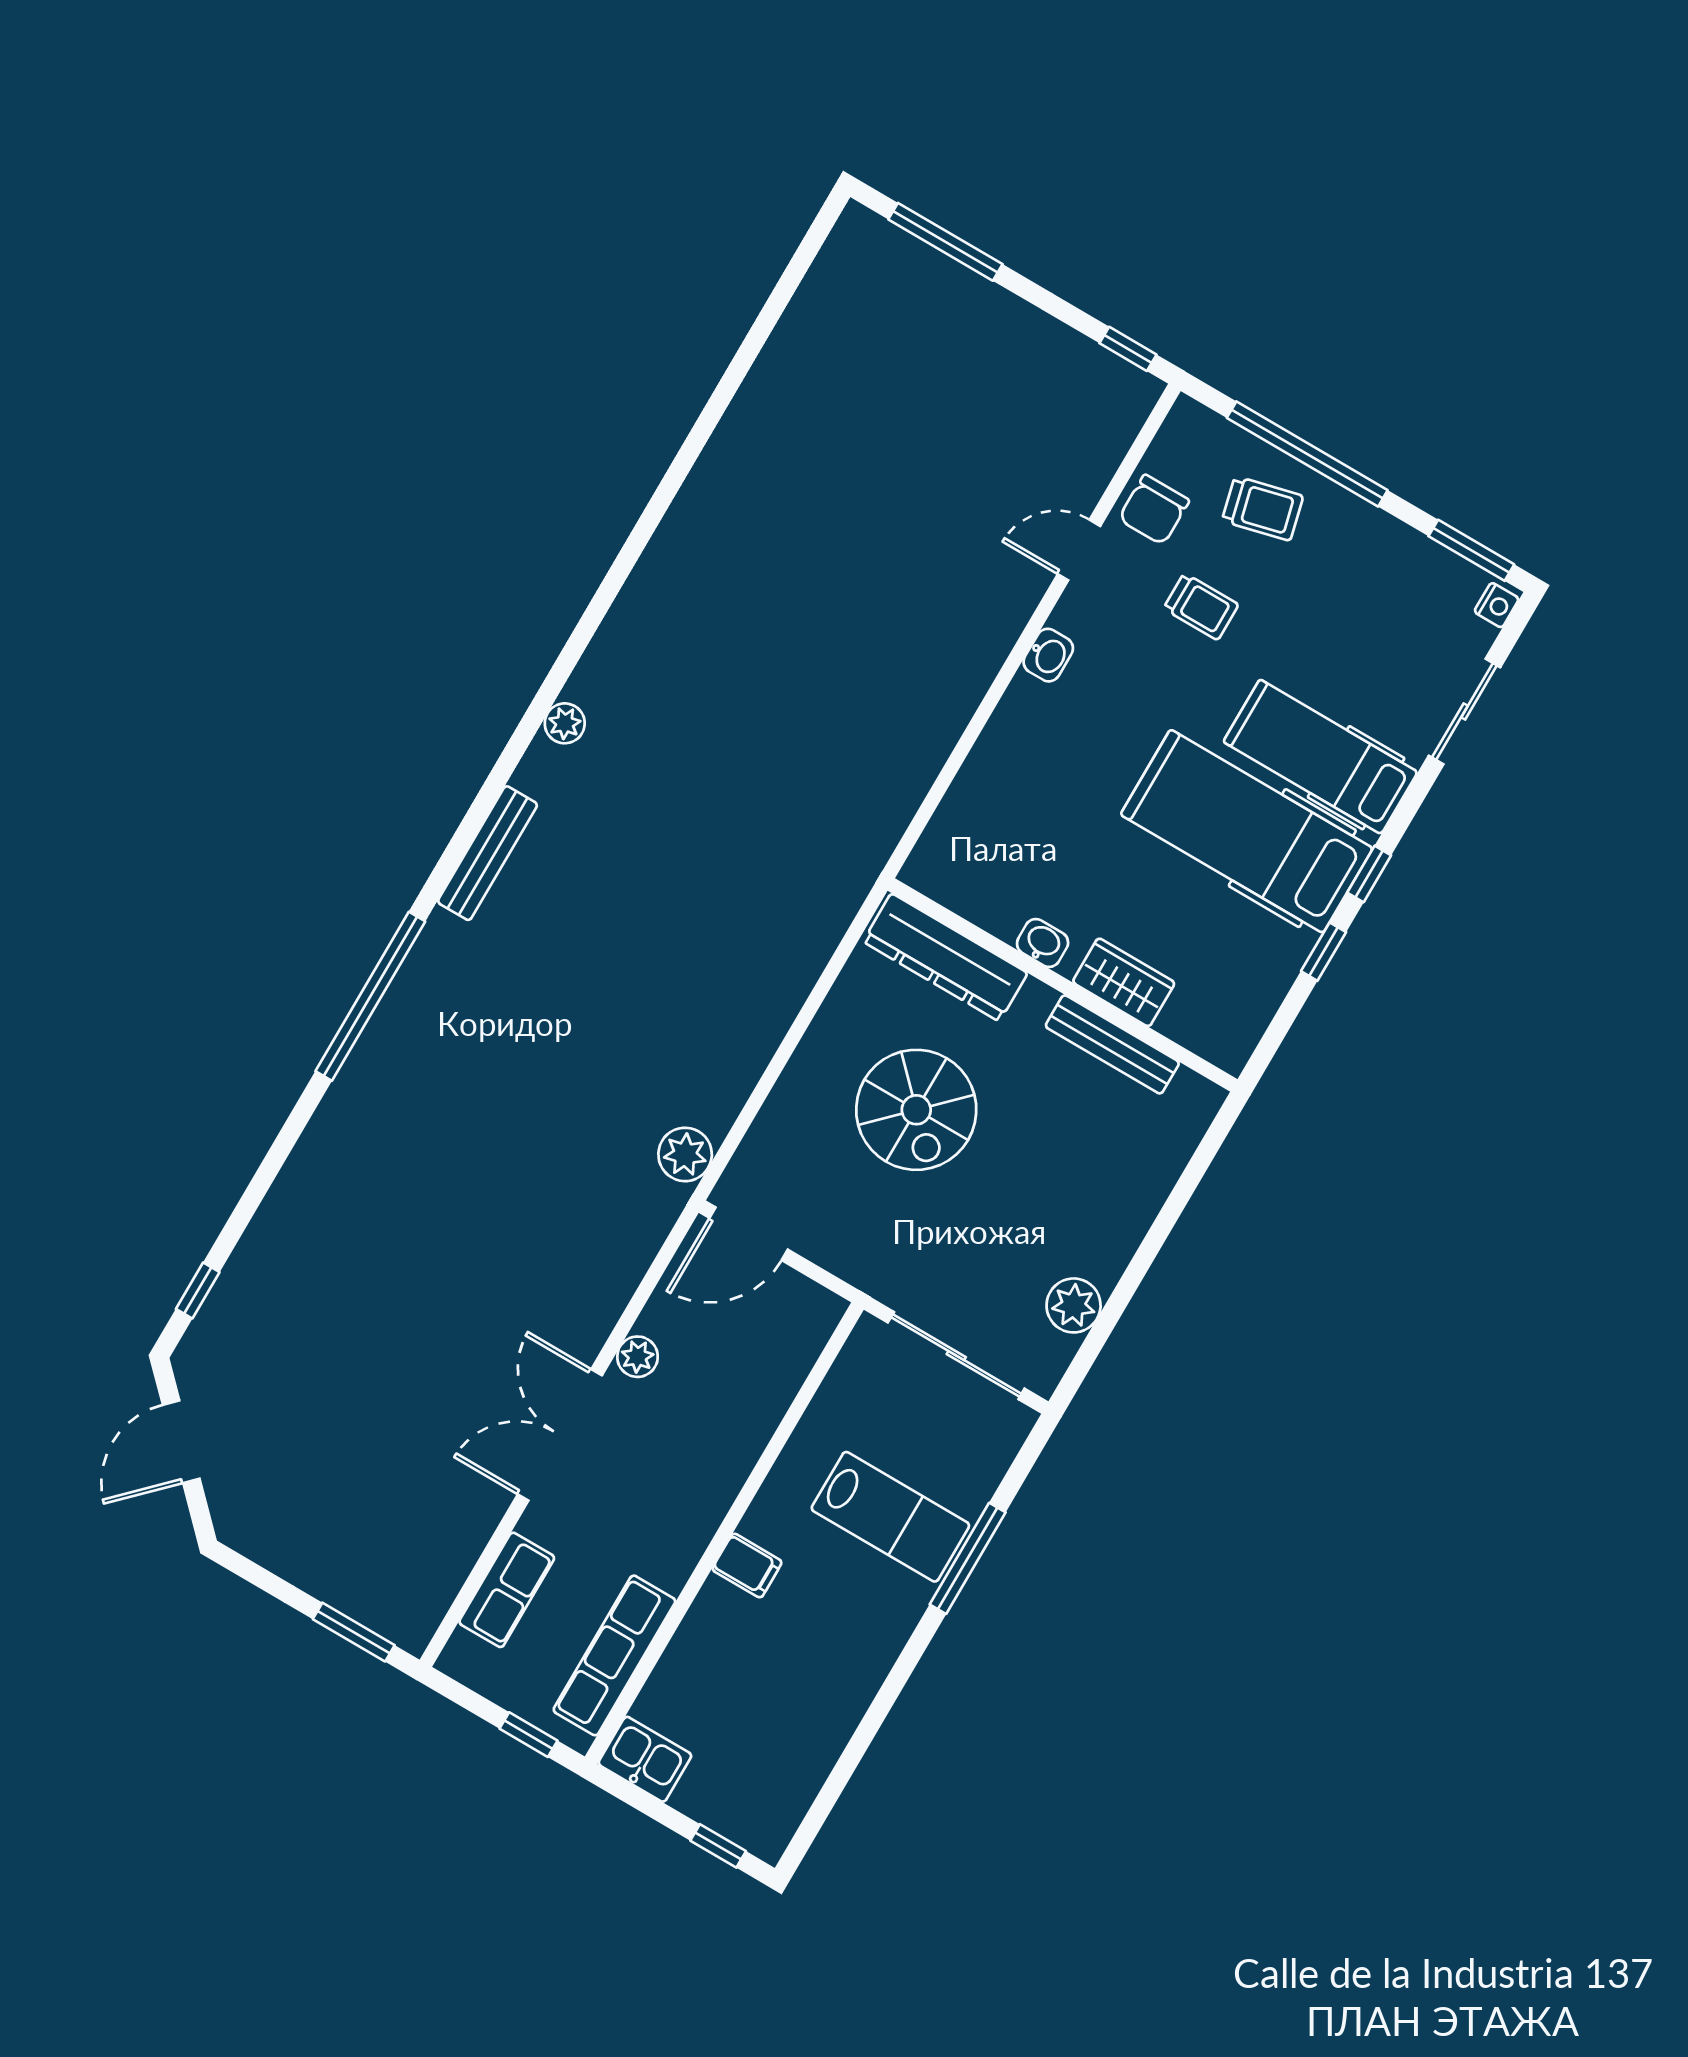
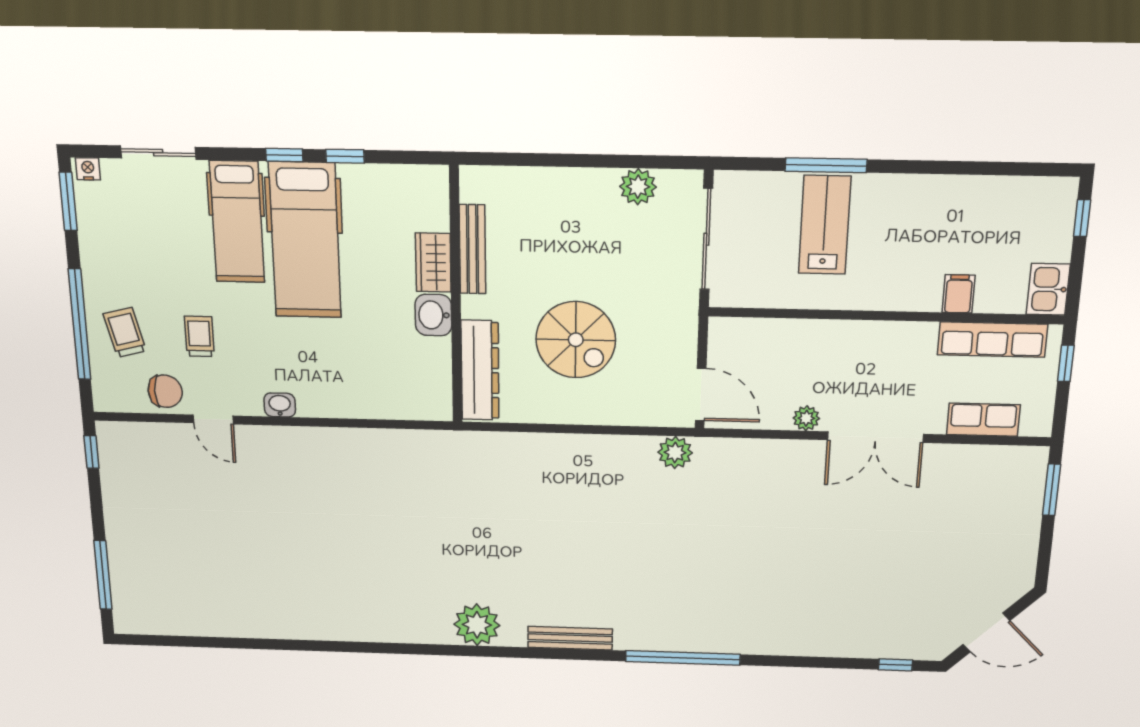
plant: (565, 723) -> (477, 625), width x1.87, depth x1.87
washbasin: (1043, 943) -> (433, 315), width x1.38, depth x1.45
spiral stairs: (916, 1110) -> (576, 340), turned 90
filing cabinet: (747, 1566) -> (959, 294), moved

